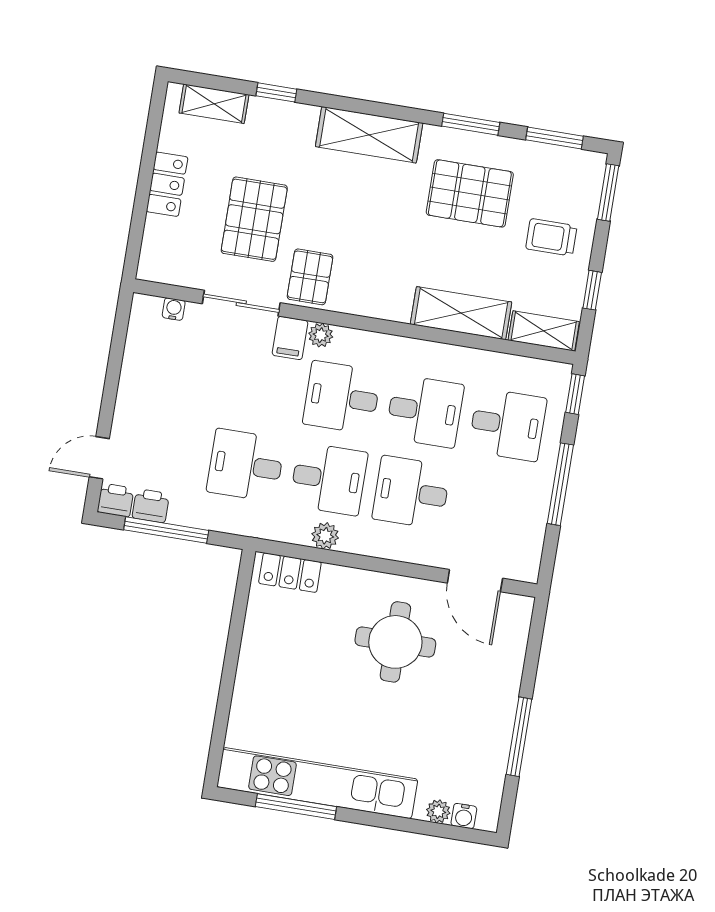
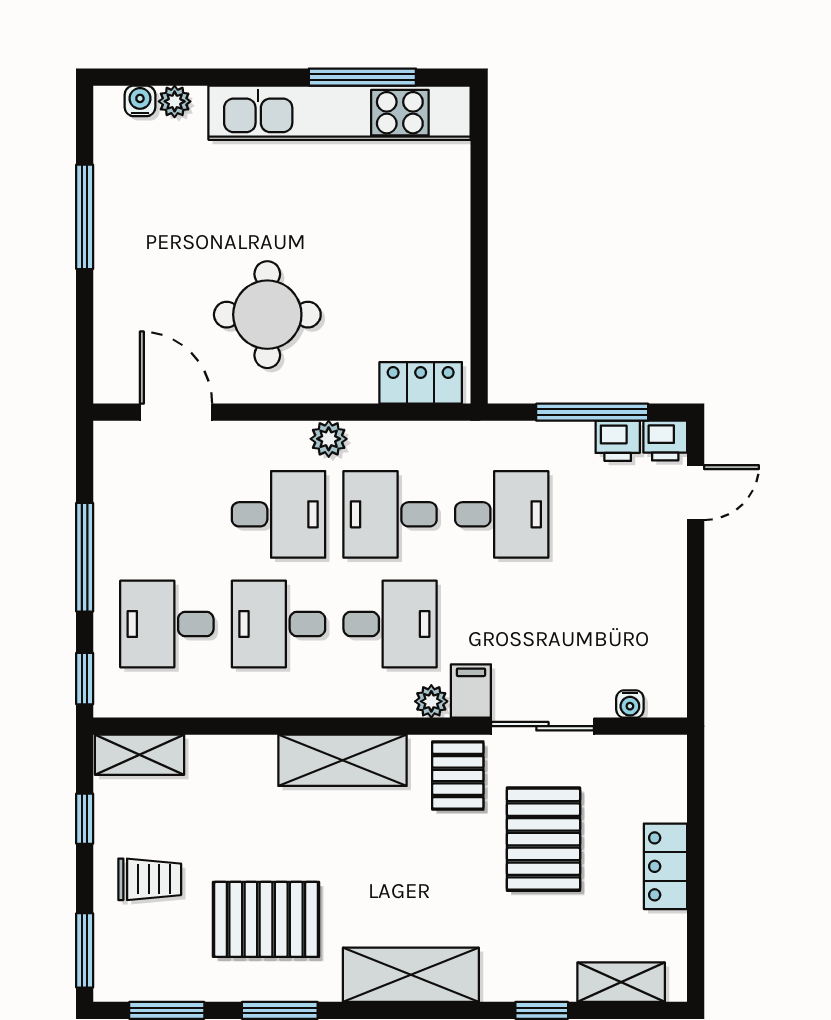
shelving: (461, 313) -> (342, 760), moved
plant: (325, 536) -> (329, 439), moved

